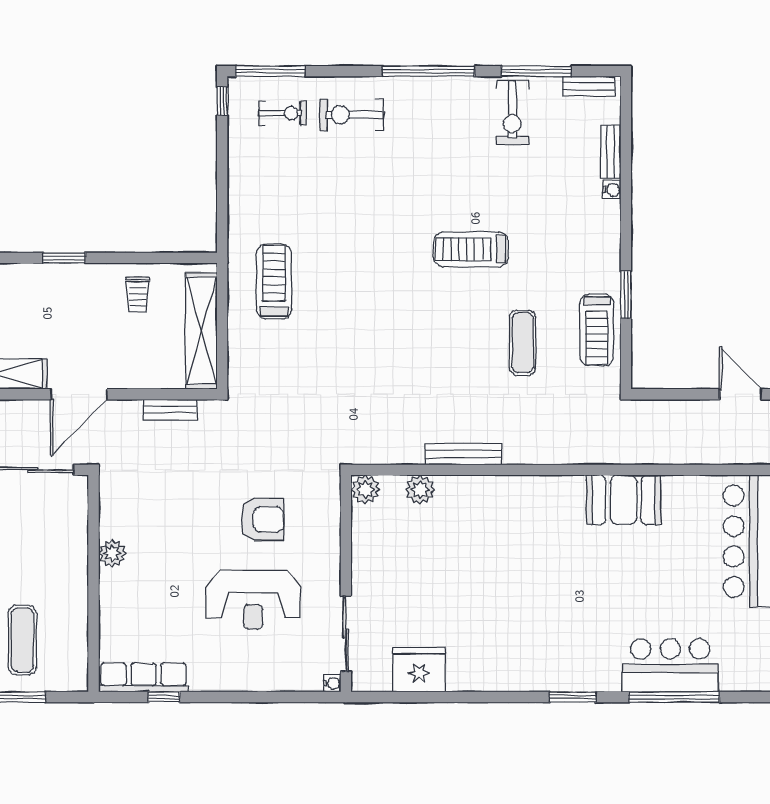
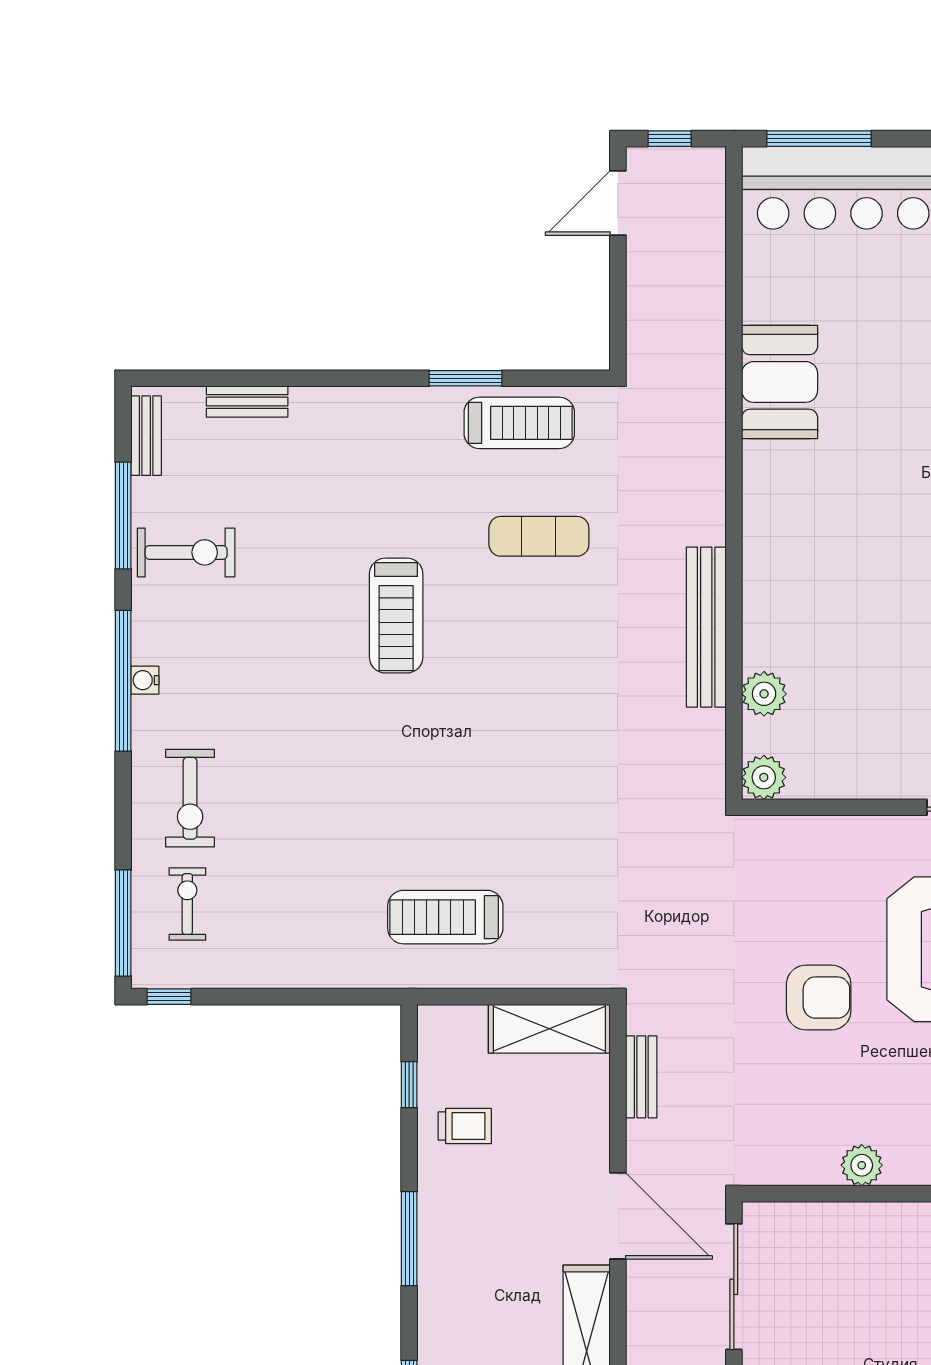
water cooler: (612, 190) -> (145, 680), moved, turned -90
window: (64, 258) -> (409, 1239), width x1.44
window: (165, 258) -> (409, 1085), added
shelving: (201, 331) -> (549, 1029), width x0.68
bench: (463, 454) -> (706, 627), width x1.37, depth x1.21
armchair: (262, 519) -> (819, 998), moved, turned 90

